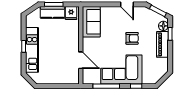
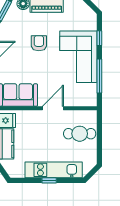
door: (81, 60) -> (53, 108), moved
cafe table: (61, 71) -> (80, 134), added

